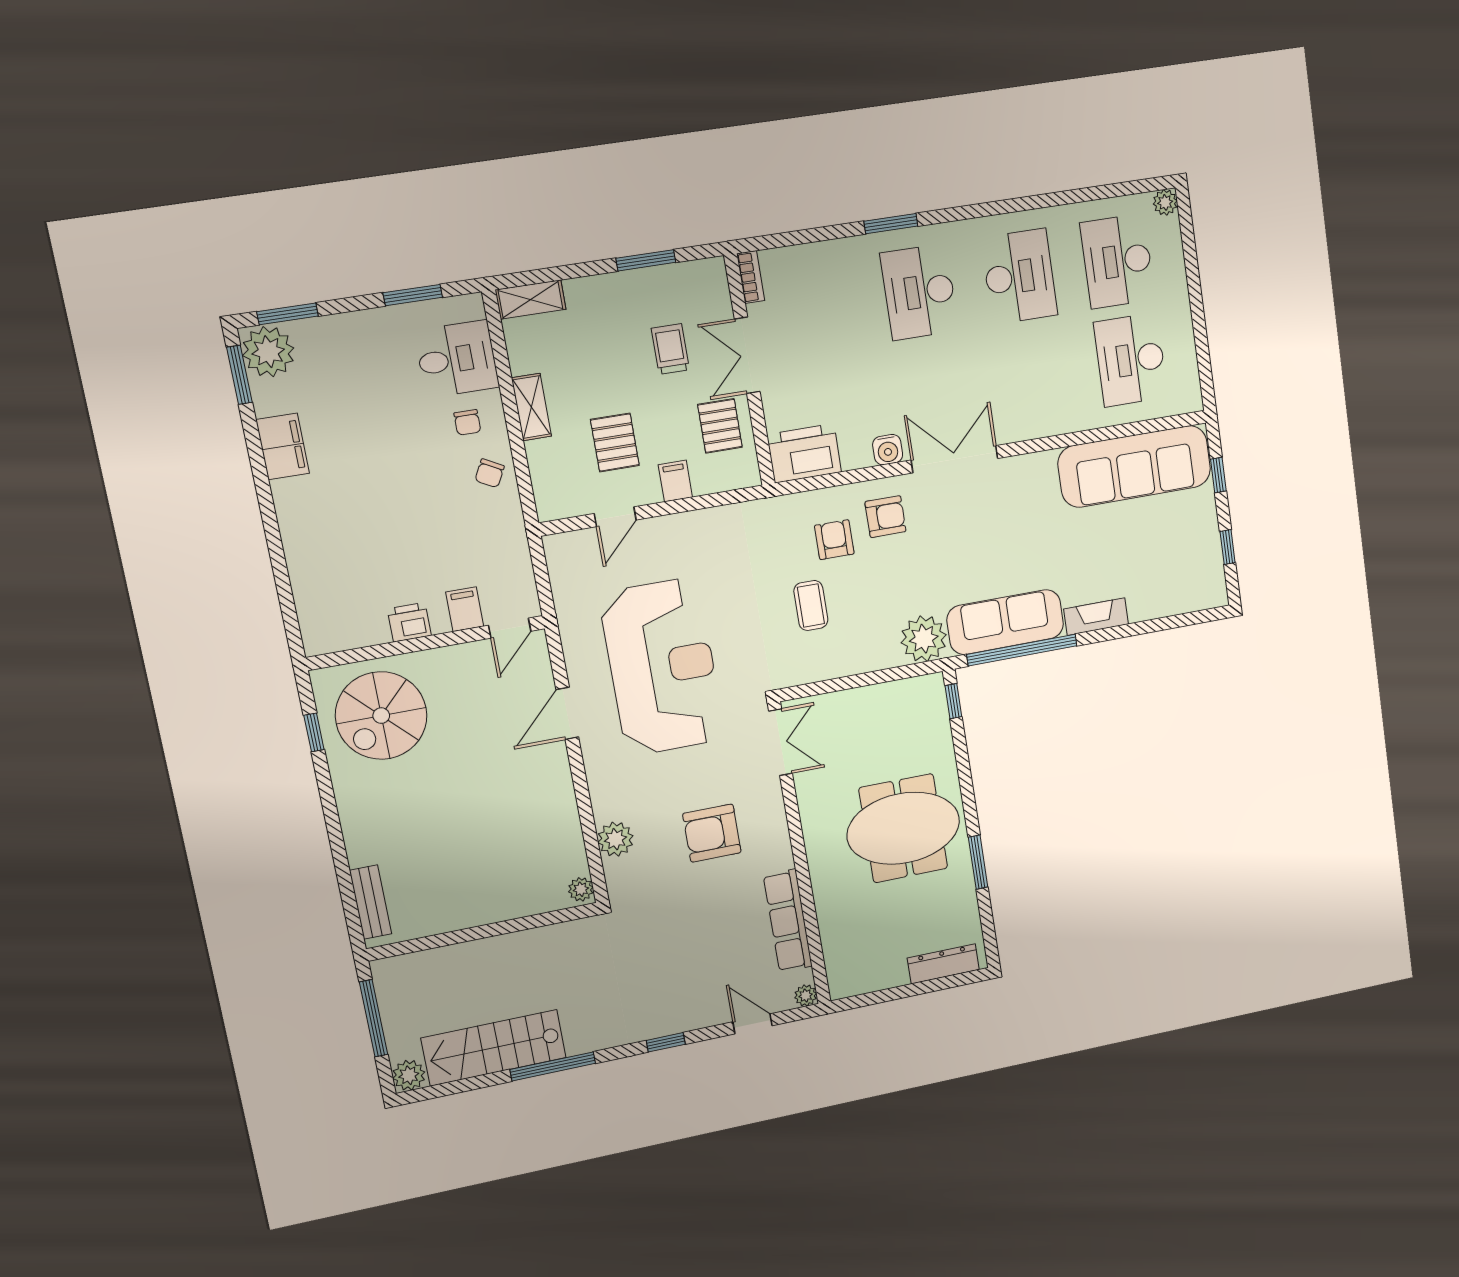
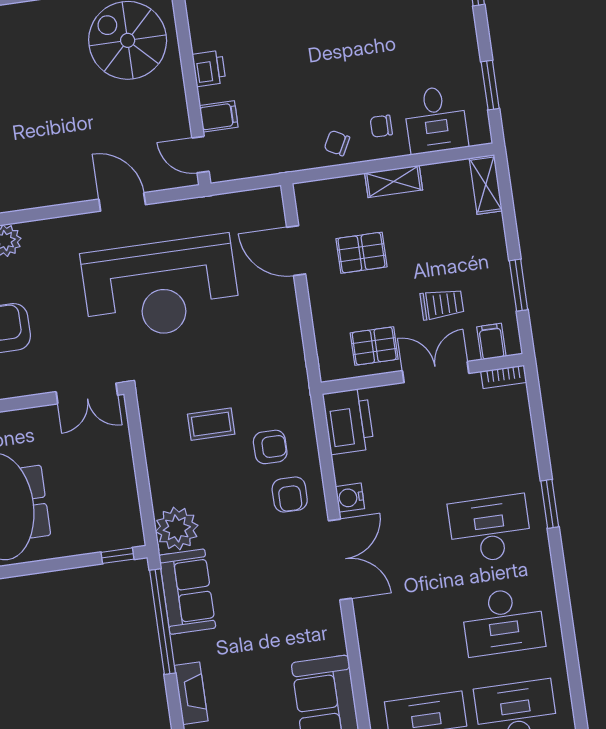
filing cabinet: (675, 481) -> (491, 342), moved, turned -90
door: (615, 517) -> (296, 251), width x1.38
sofa: (1005, 622) -> (187, 592), width x0.73

